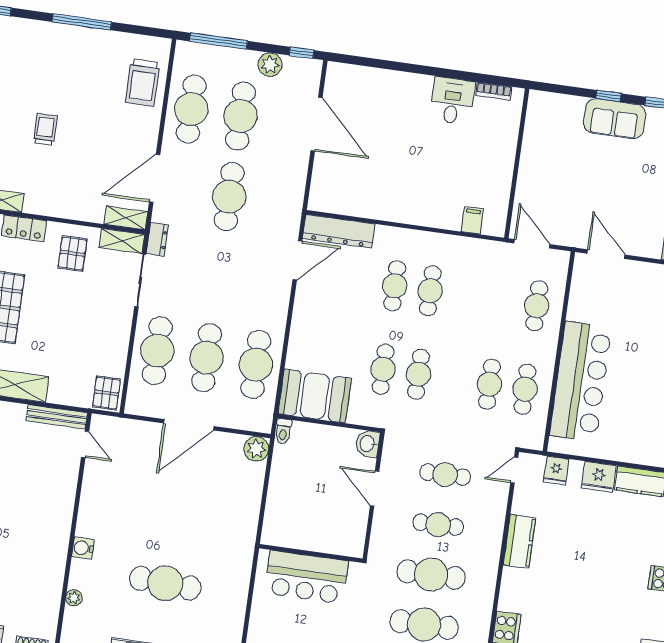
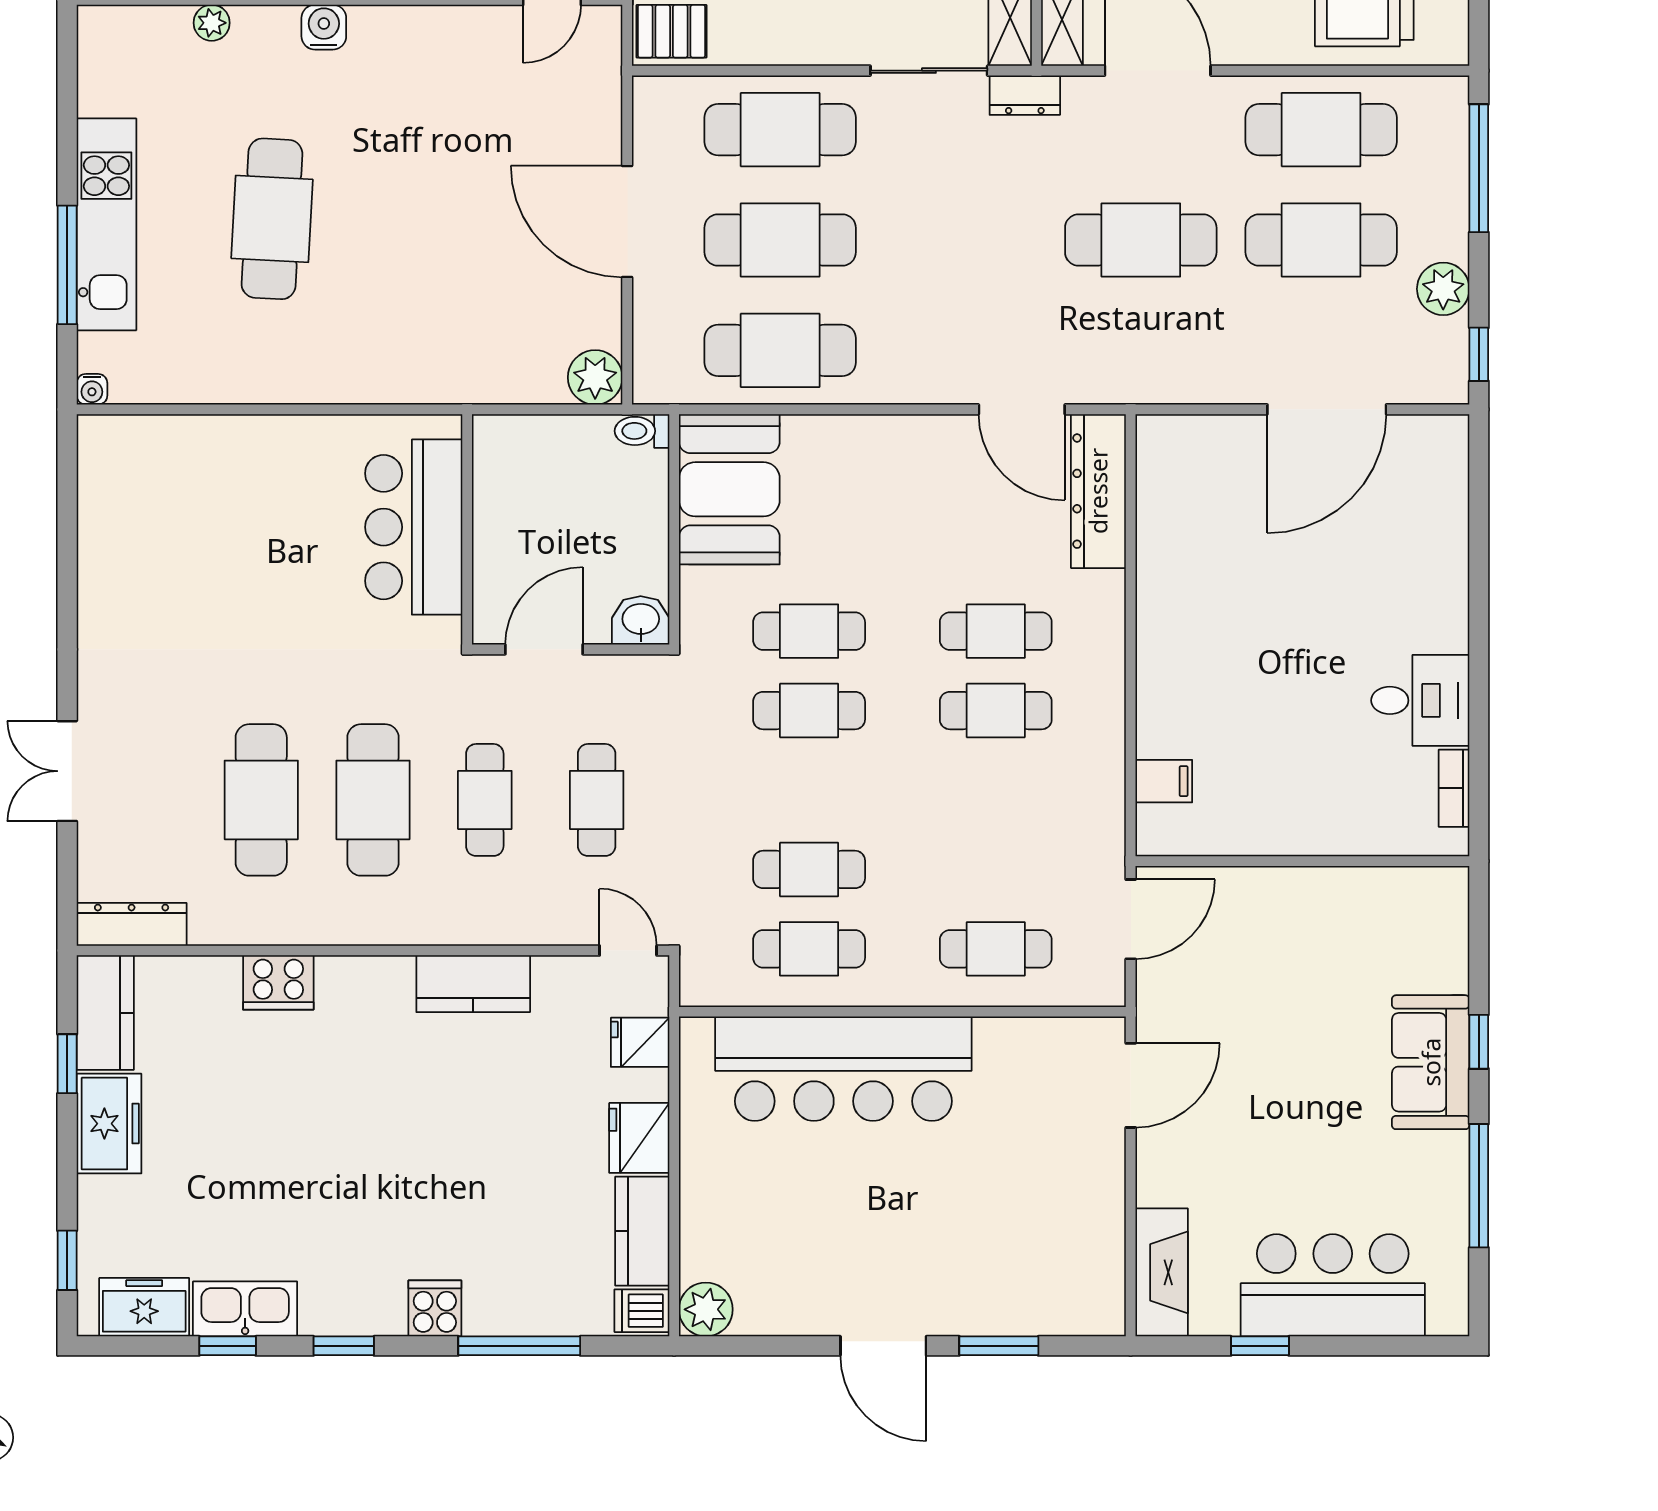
wall: (311, 553) -> (467, 529), moved
bar counter: (306, 577) -> (414, 527), moved

